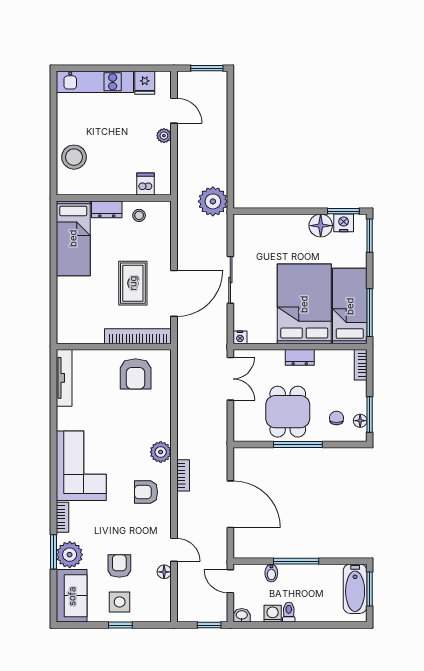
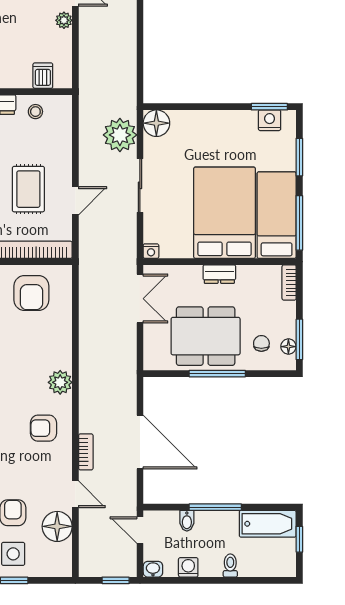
plant: (213, 201) -> (120, 135), moved
floor lamp: (321, 226) -> (156, 123), moved
window: (370, 236) -> (299, 157), moved
door: (174, 293) -> (75, 201), width x0.53
dining table: (288, 412) -> (206, 336), width x1.38
bookcase: (183, 475) -> (86, 452), moved
floor lamp: (164, 572) -> (57, 526), width x1.89, depth x1.89
bathtub: (355, 589) -> (268, 524), moved, turned -90
window: (370, 589) -> (299, 539), width x0.67
toilet: (289, 612) -> (230, 566), moved

